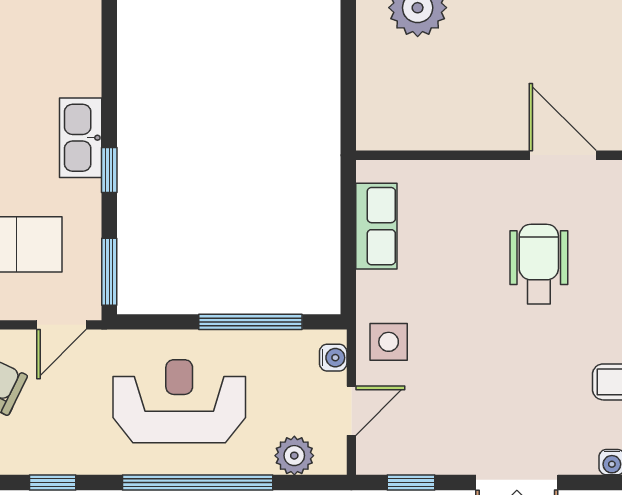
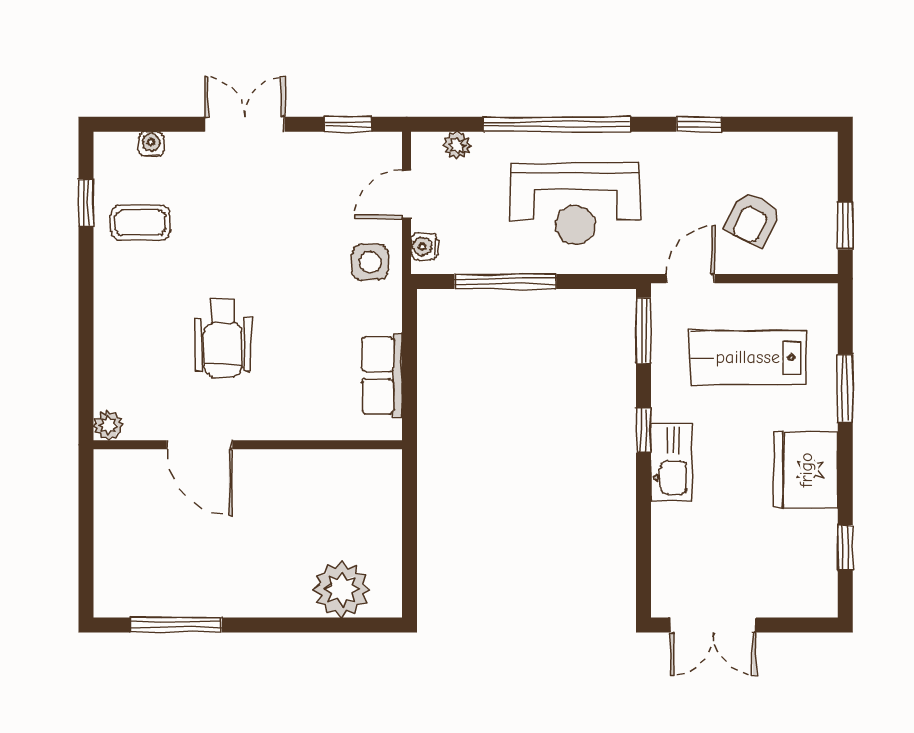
plant: (294, 456) -> (457, 145), width x0.73, depth x0.73

